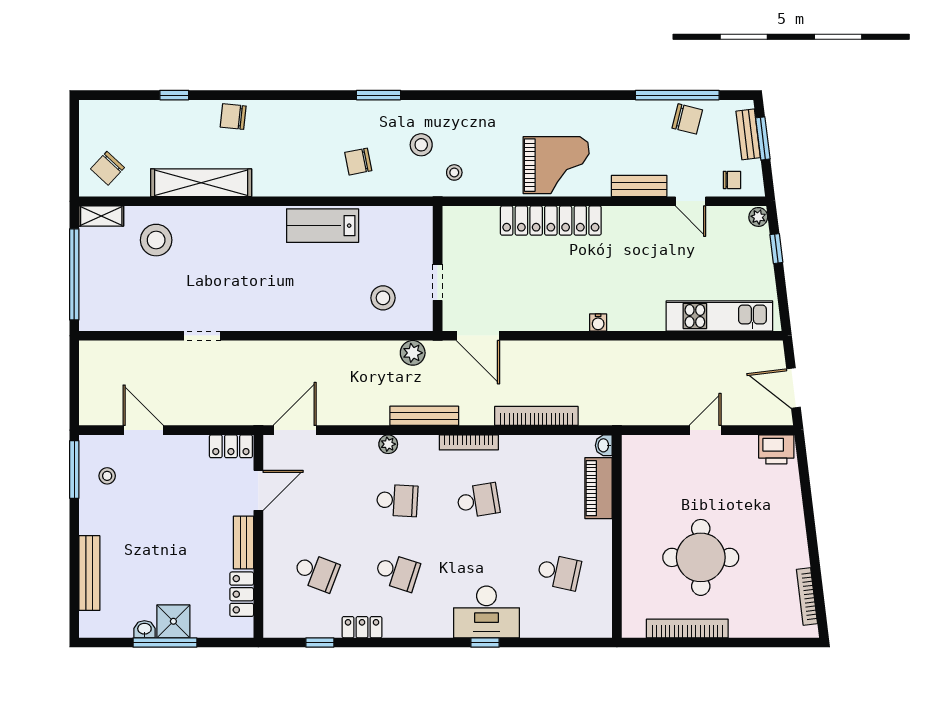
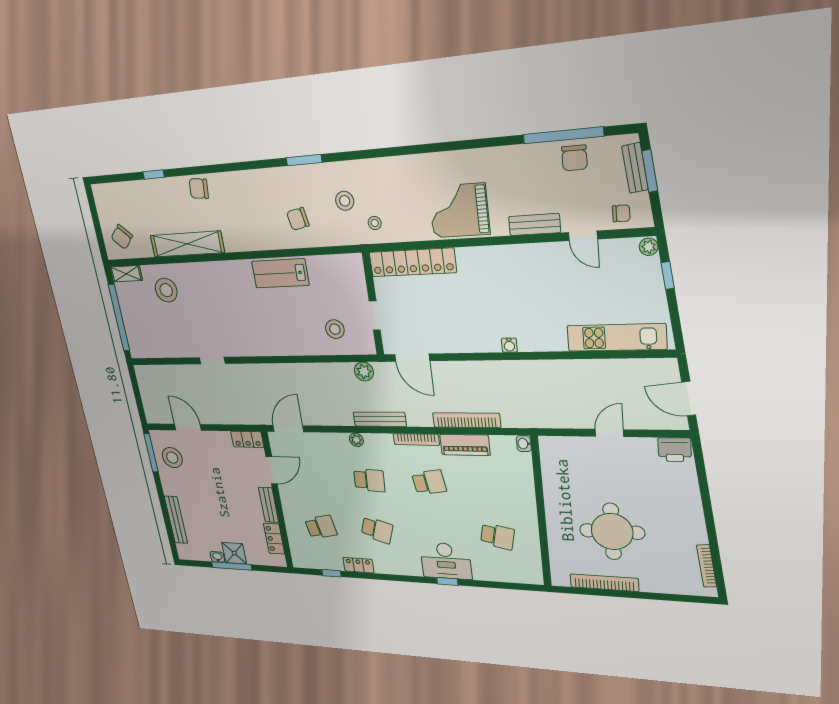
chair: (687, 119) -> (574, 158), turned 76
grand piano: (556, 165) -> (459, 211), turned 180
locker: (551, 221) -> (413, 262), moved
stool: (107, 476) -> (172, 458), width x1.89, depth x1.89
piano: (599, 488) -> (465, 445), moved, turned -90
school desk: (316, 572) -> (321, 527), turned -33

